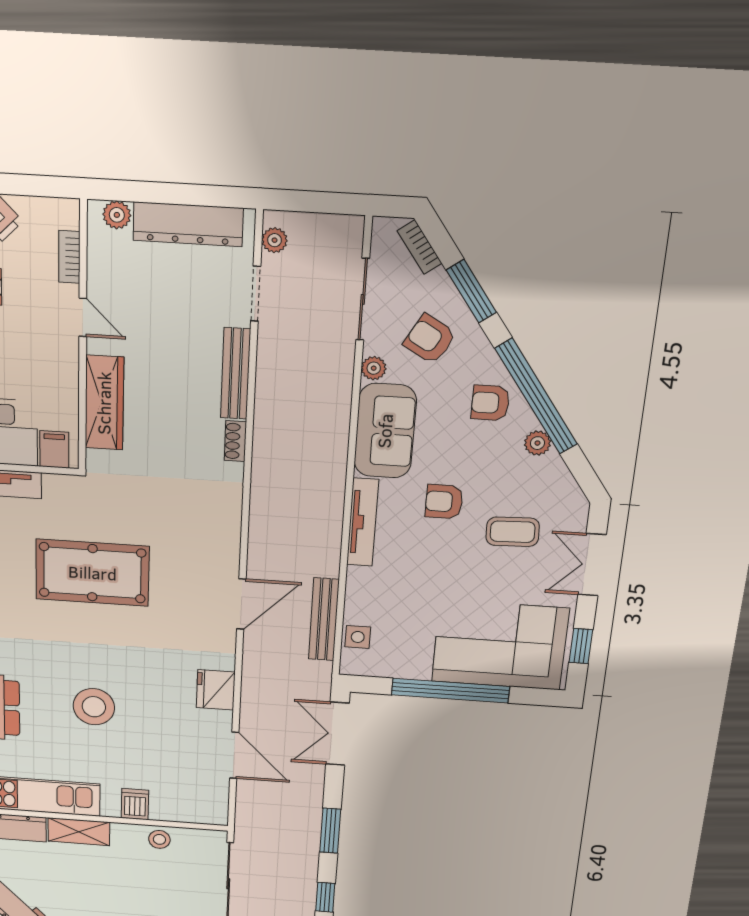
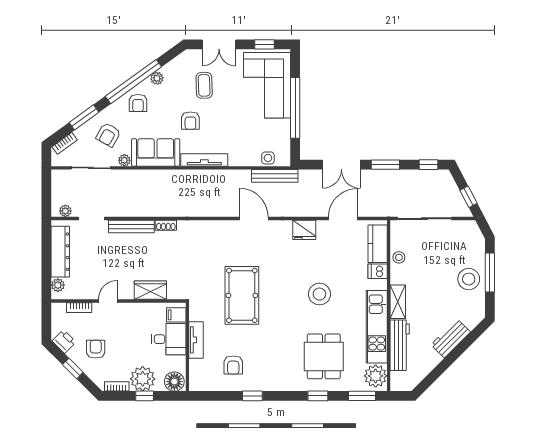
wardrobe: (104, 403) -> (150, 290), width x0.67
bench: (324, 619) -> (275, 176), moved
double door: (337, 734) -> (341, 165), moved
kitchen counter: (185, 808) -> (378, 244), added

